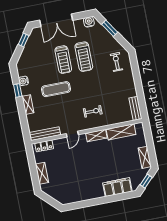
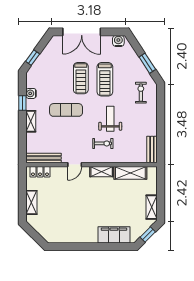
window: (110, 28) -> (147, 63), moved
window: (24, 40) -> (33, 58), moved
weight bench: (95, 89) -> (110, 119), added

